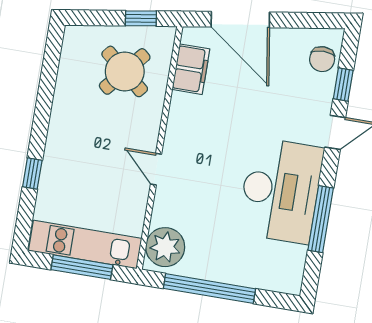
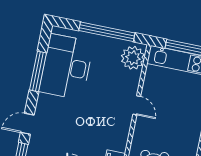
desk: (281, 191) -> (66, 67), moved

